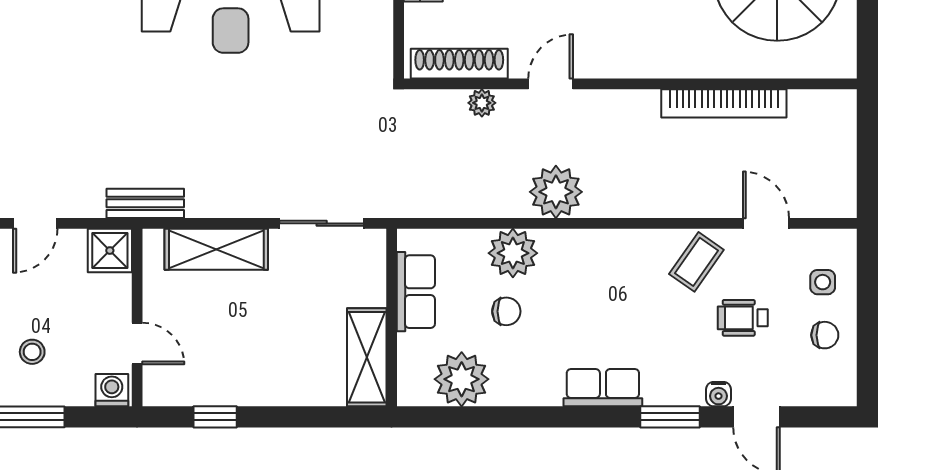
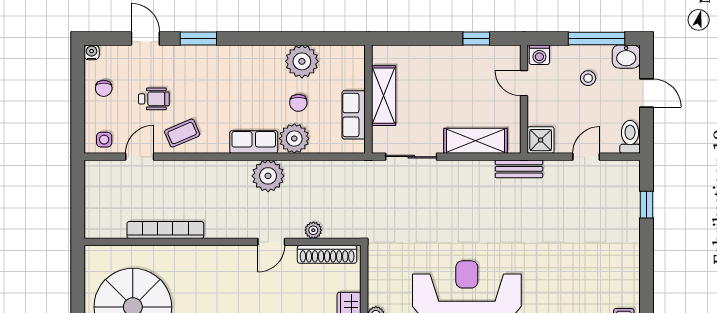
door: (766, 223) -> (140, 157), swing flipped
coffee table: (696, 262) -> (182, 133), turned 32
side table: (823, 282) -> (104, 140), moved
chair: (506, 311) -> (298, 103), turned -90
chair: (825, 335) -> (104, 88), turned -90
shelving: (367, 357) -> (384, 96), moved
plant: (462, 379) -> (302, 61), moved
row of seats: (603, 388) -> (254, 142), moved, turned 180
water cooler: (718, 394) -> (92, 52), moved

